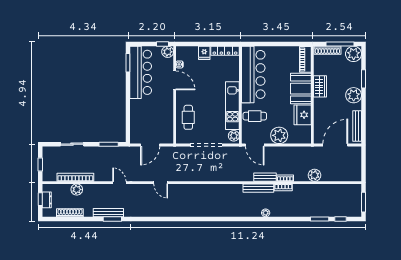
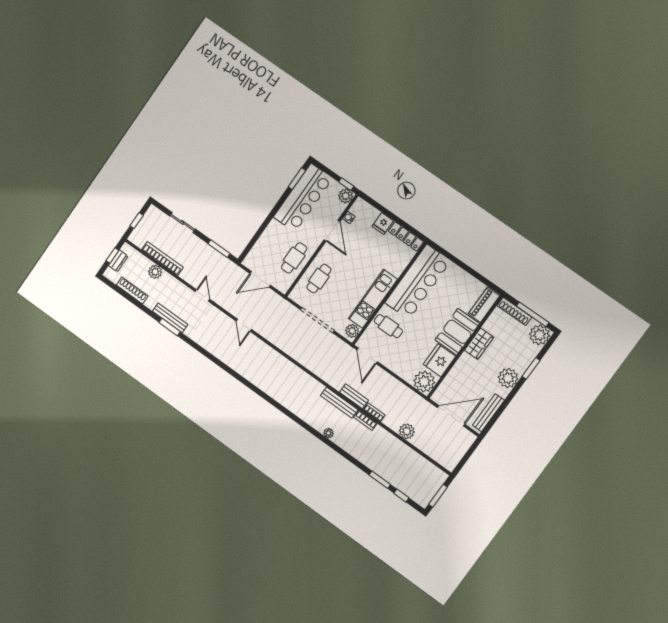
cafe table: (163, 115) -> (294, 258), added
plant: (279, 135) -> (424, 382), moved

